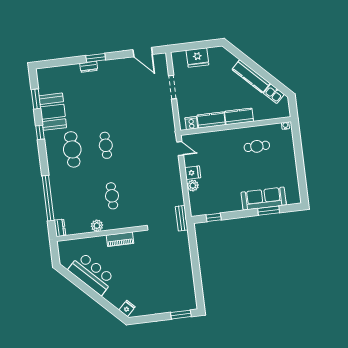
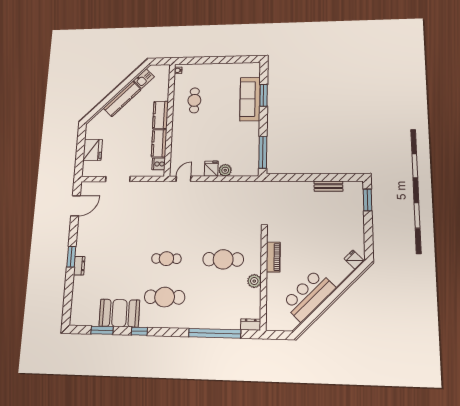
cafe table: (112, 196) -> (223, 259), width x1.37, depth x1.35
window: (214, 217) -> (263, 152), width x2.17
bench: (182, 218) -> (328, 186), moved

